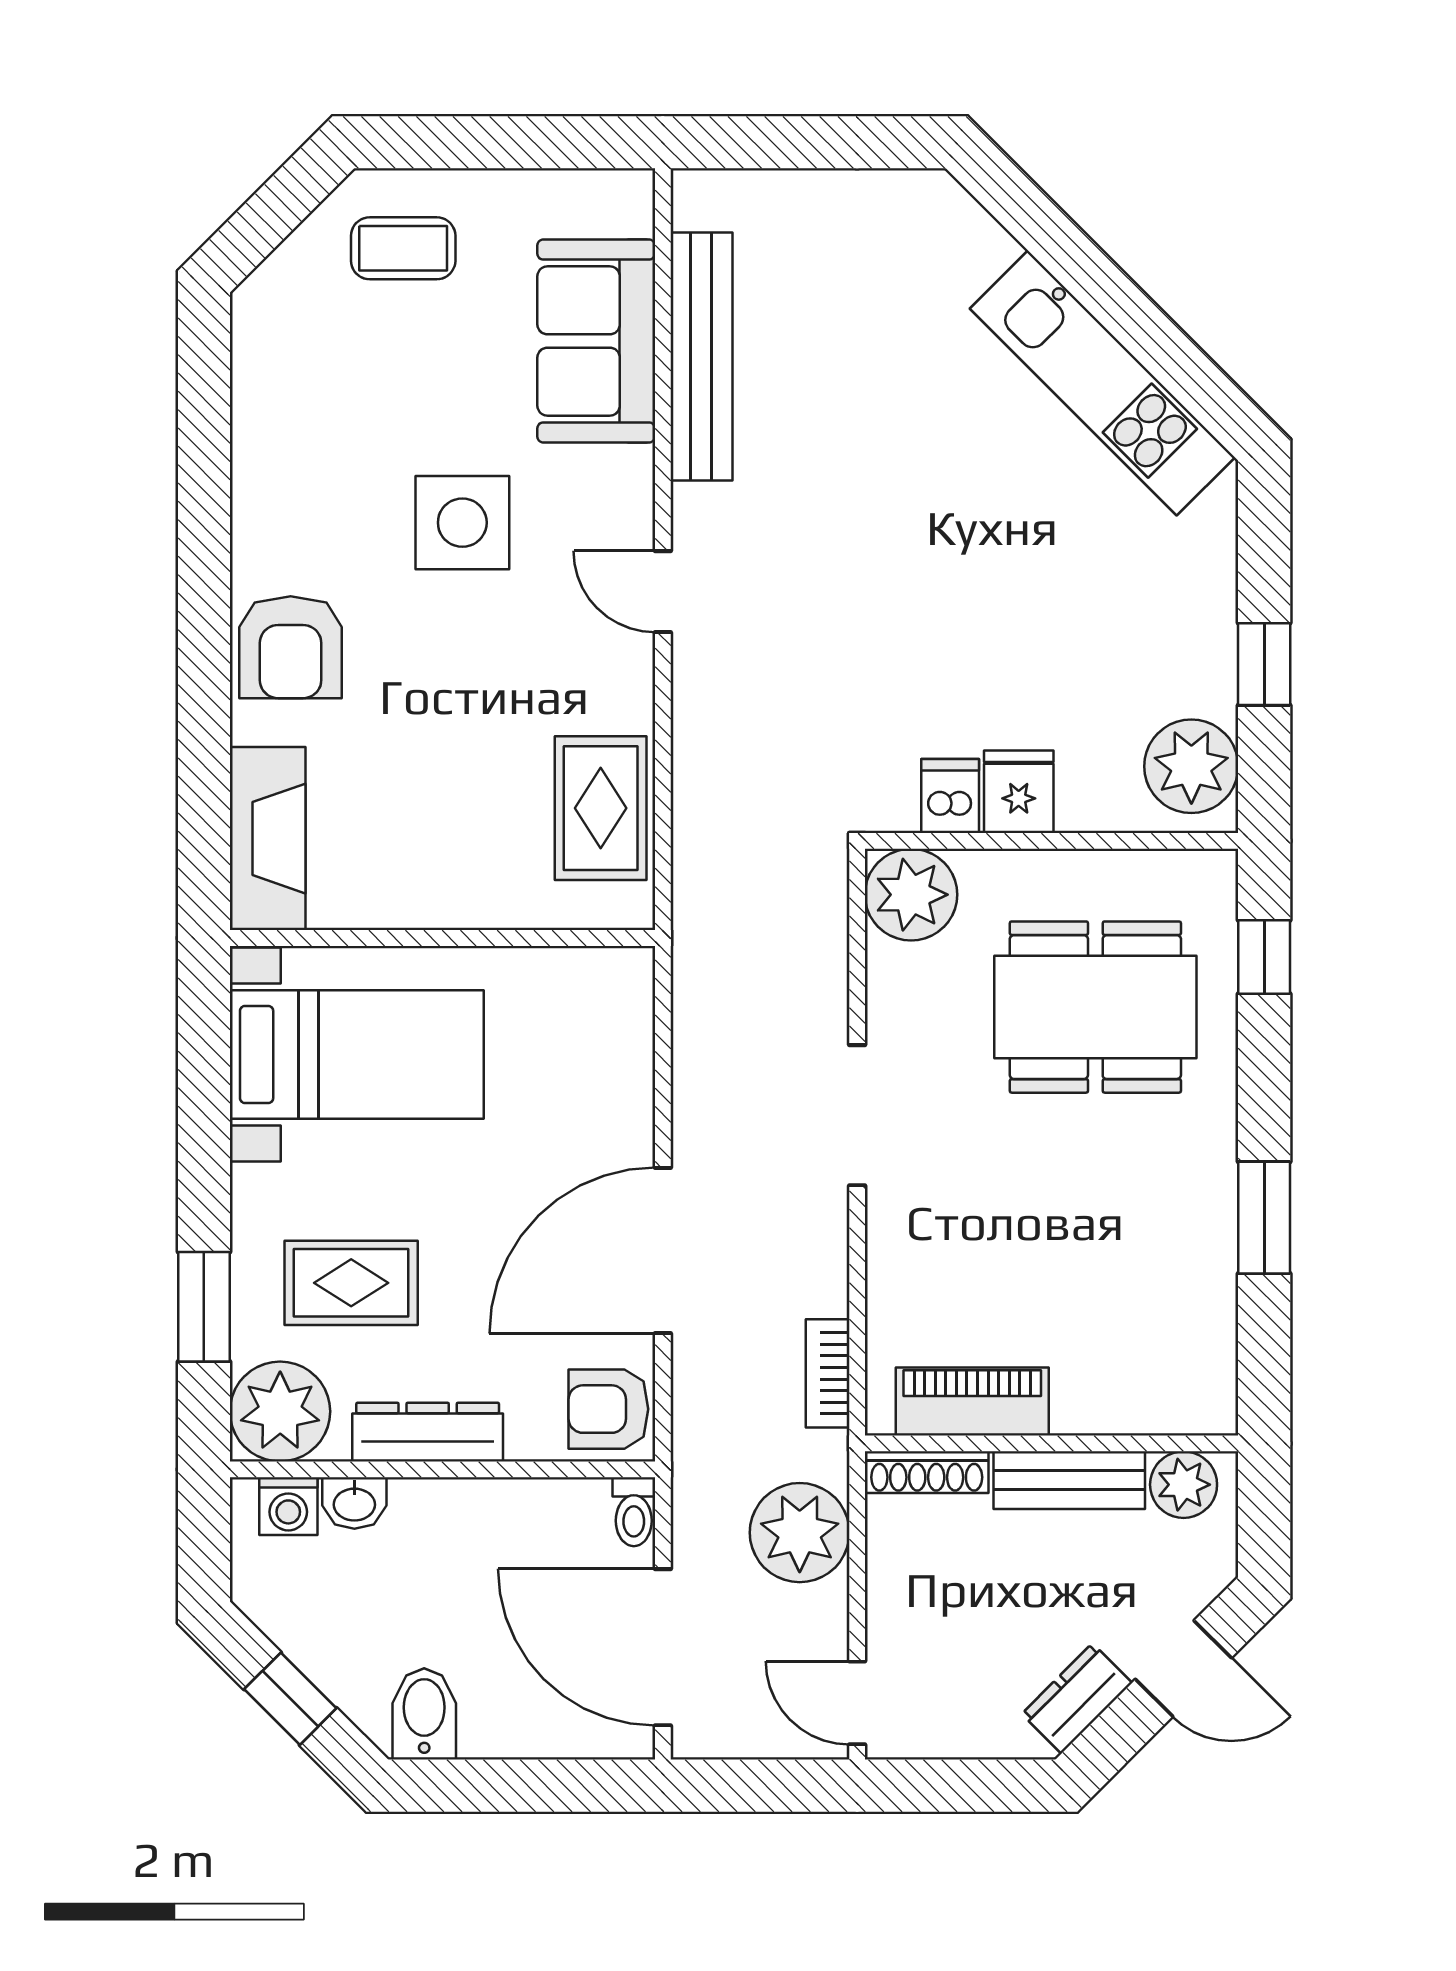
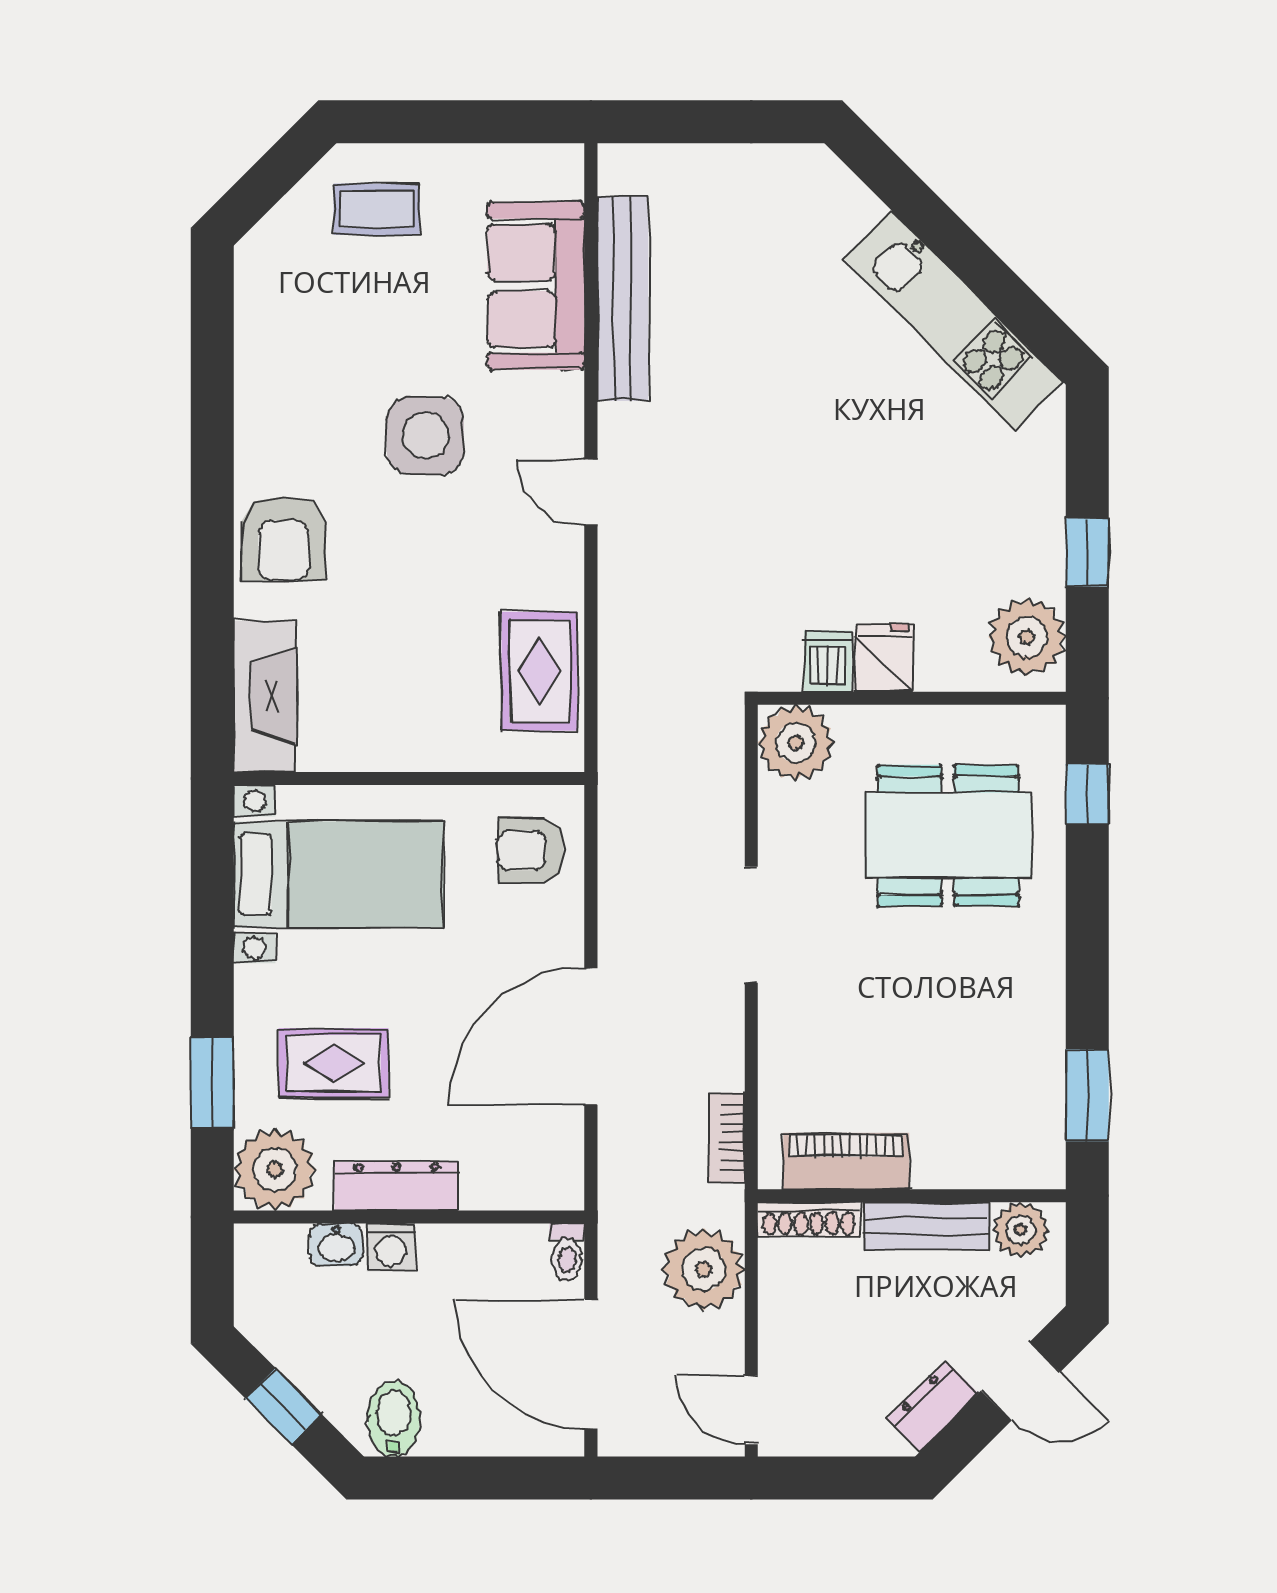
window: (1264, 1218) -> (1087, 1095), moved
armchair: (608, 1409) -> (531, 850), moved
washing machine: (288, 1506) -> (391, 1247), moved

